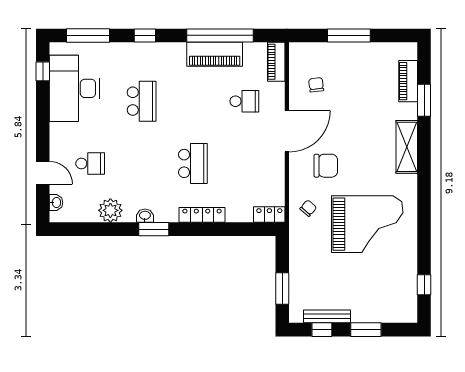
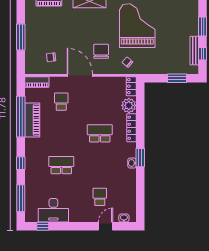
desk: (74, 88) -> (53, 210), width x0.73, depth x0.77
plant: (110, 210) -> (129, 105), moved

